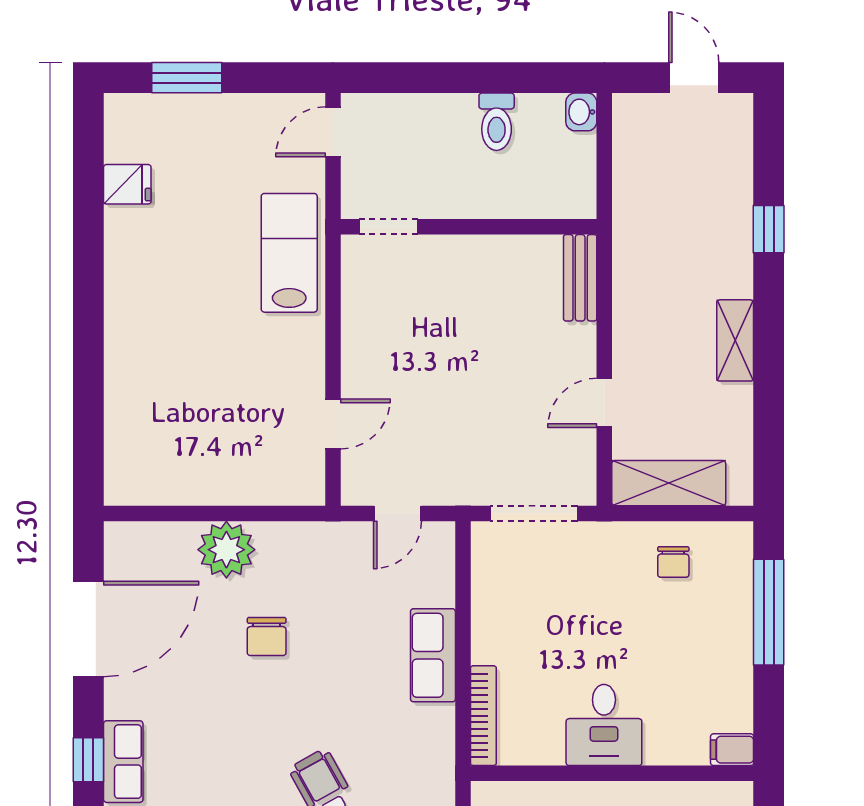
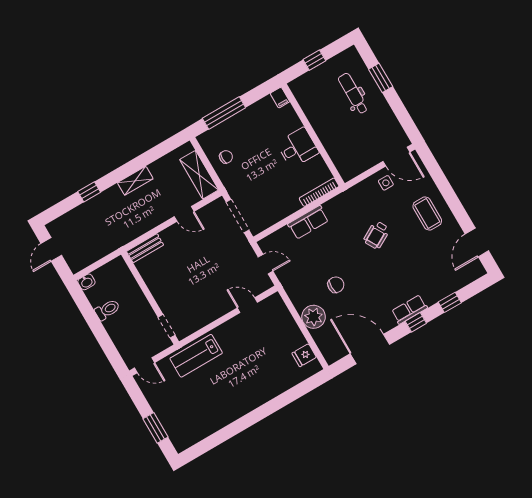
fridge: (127, 184) -> (304, 355), moved, turned -90

